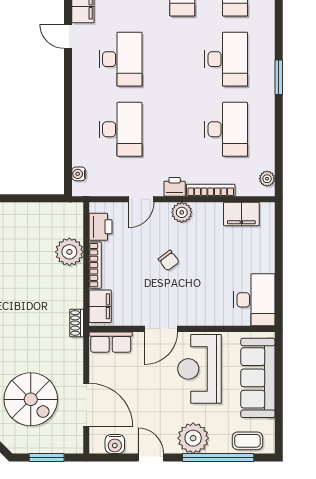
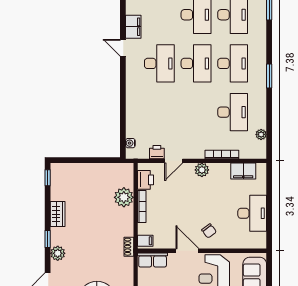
desk: (121, 129) -> (196, 63), moved
plant: (267, 179) -> (261, 134), moved
printer: (175, 187) -> (157, 152), moved
chair: (169, 260) -> (209, 231), moved
desk: (254, 300) -> (252, 213), moved
filing cabinet: (100, 306) -> (145, 241), width x0.50
door: (161, 329) -> (187, 251), swing flipped

